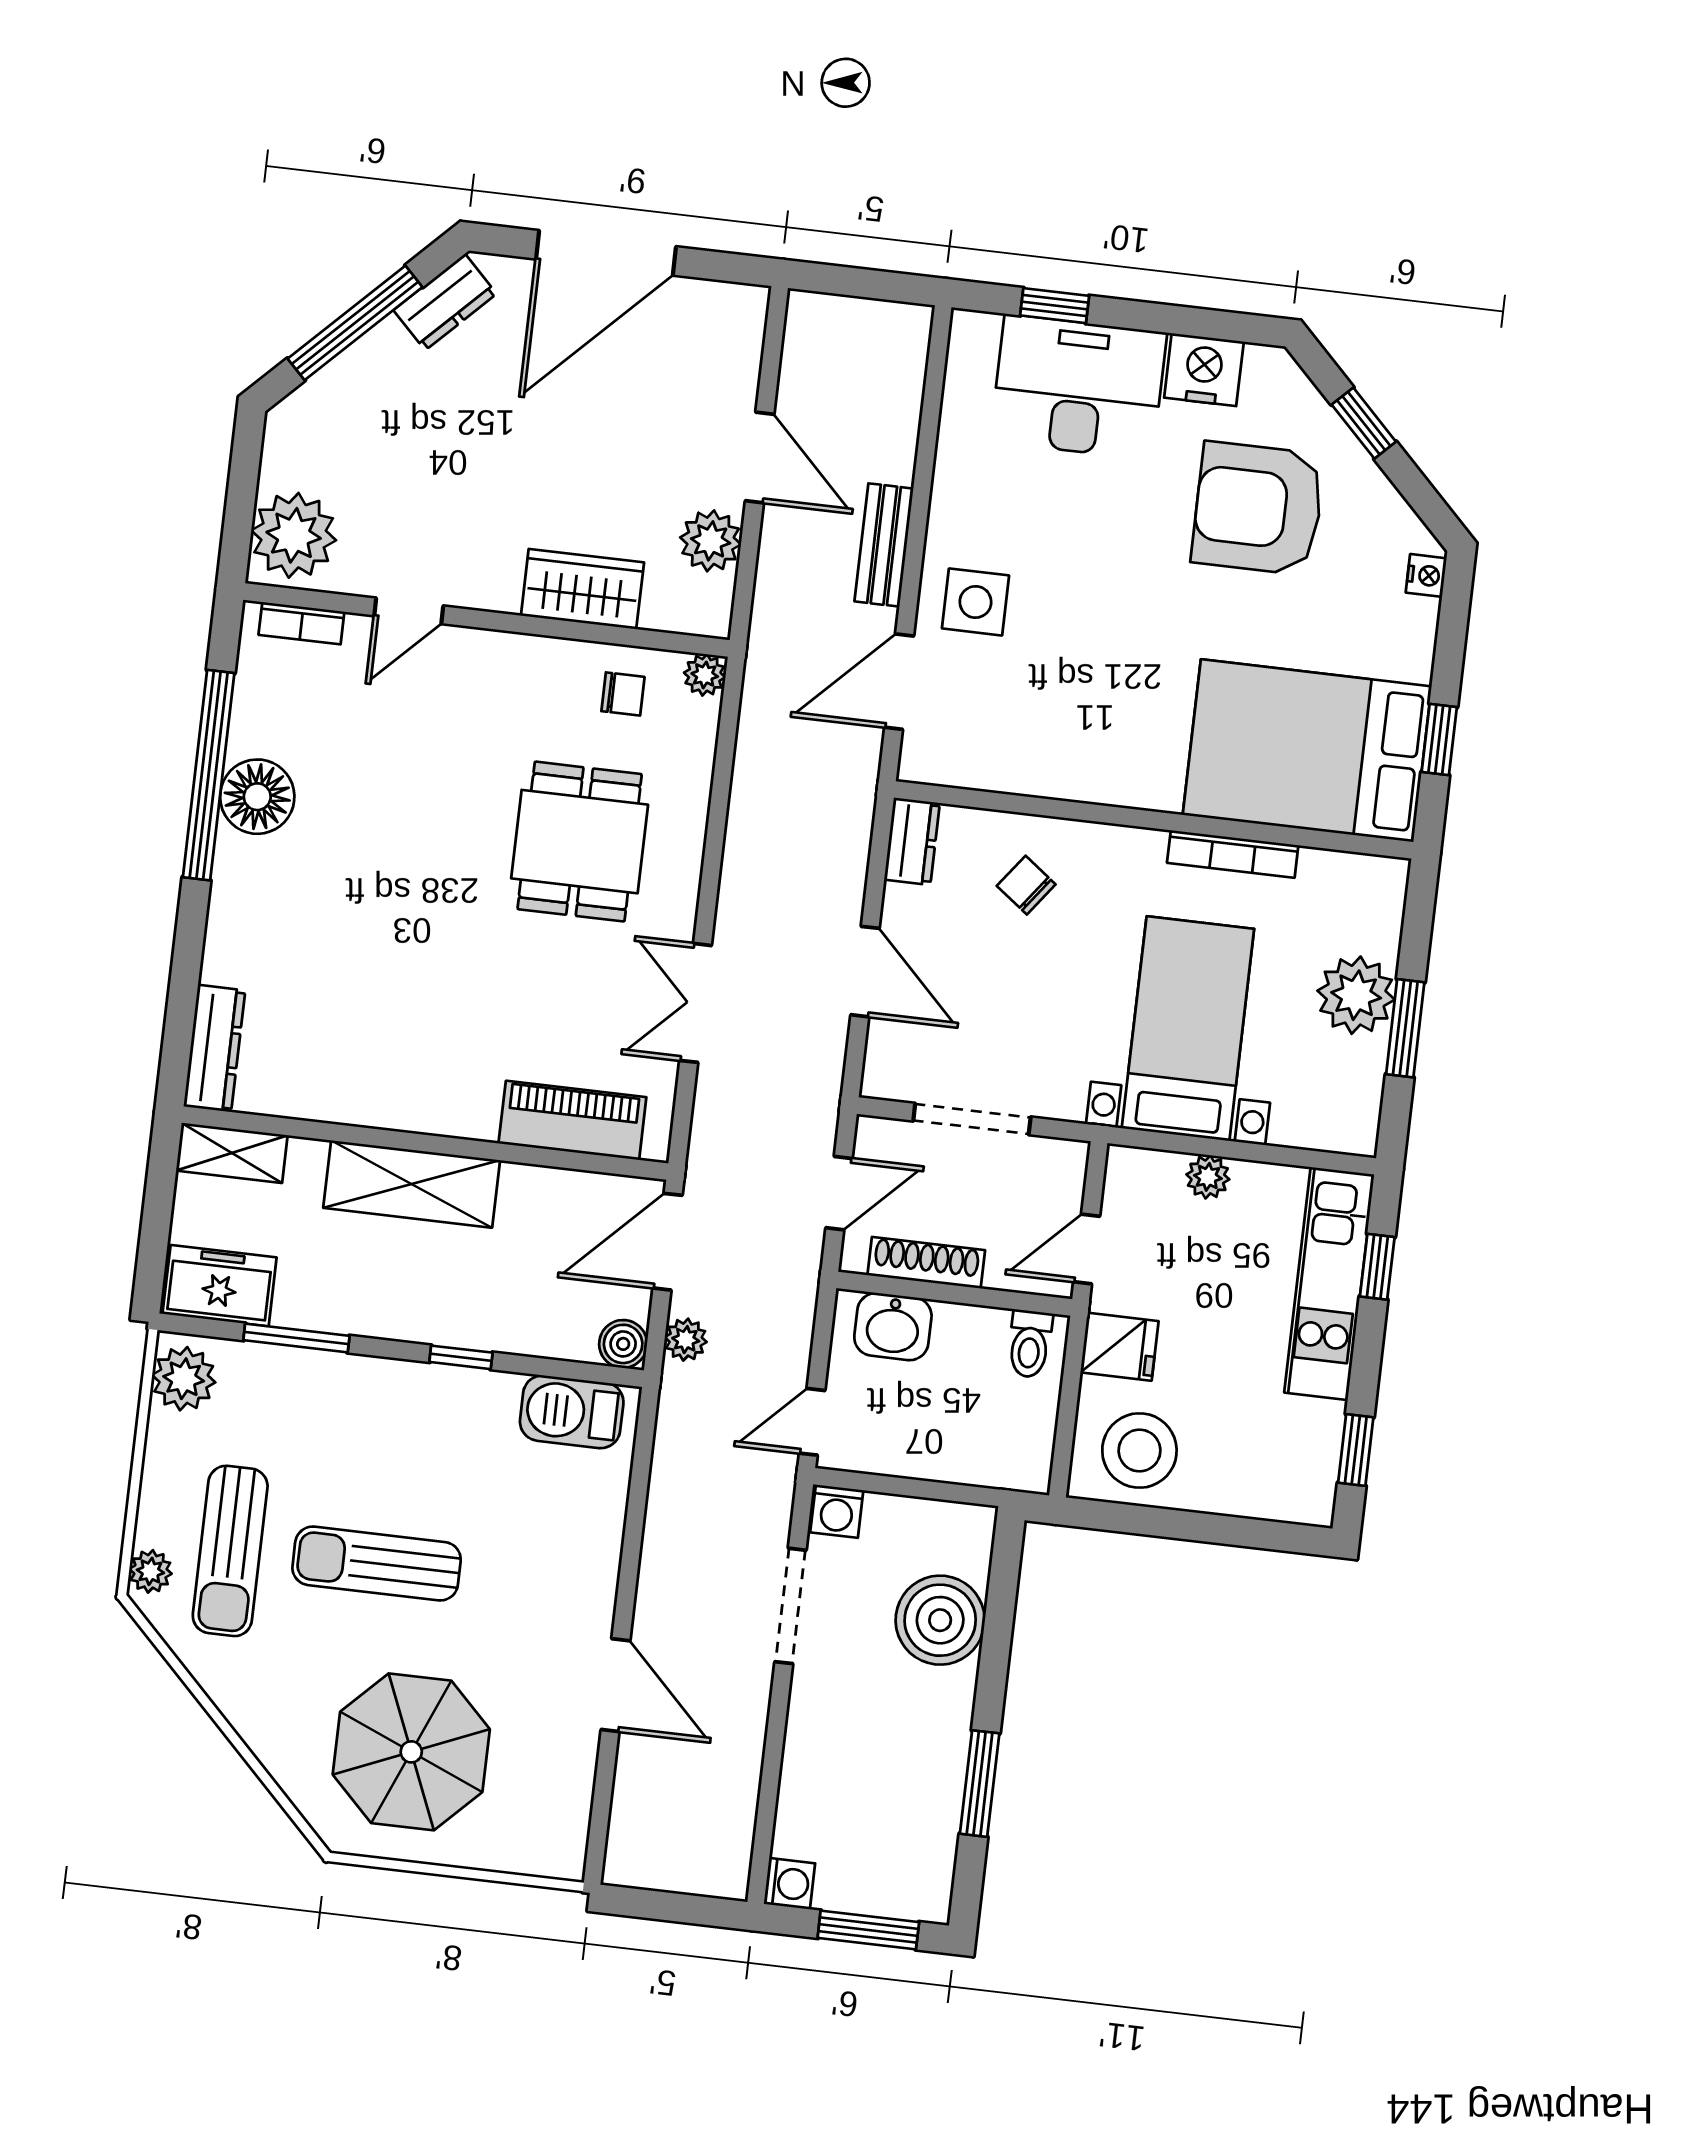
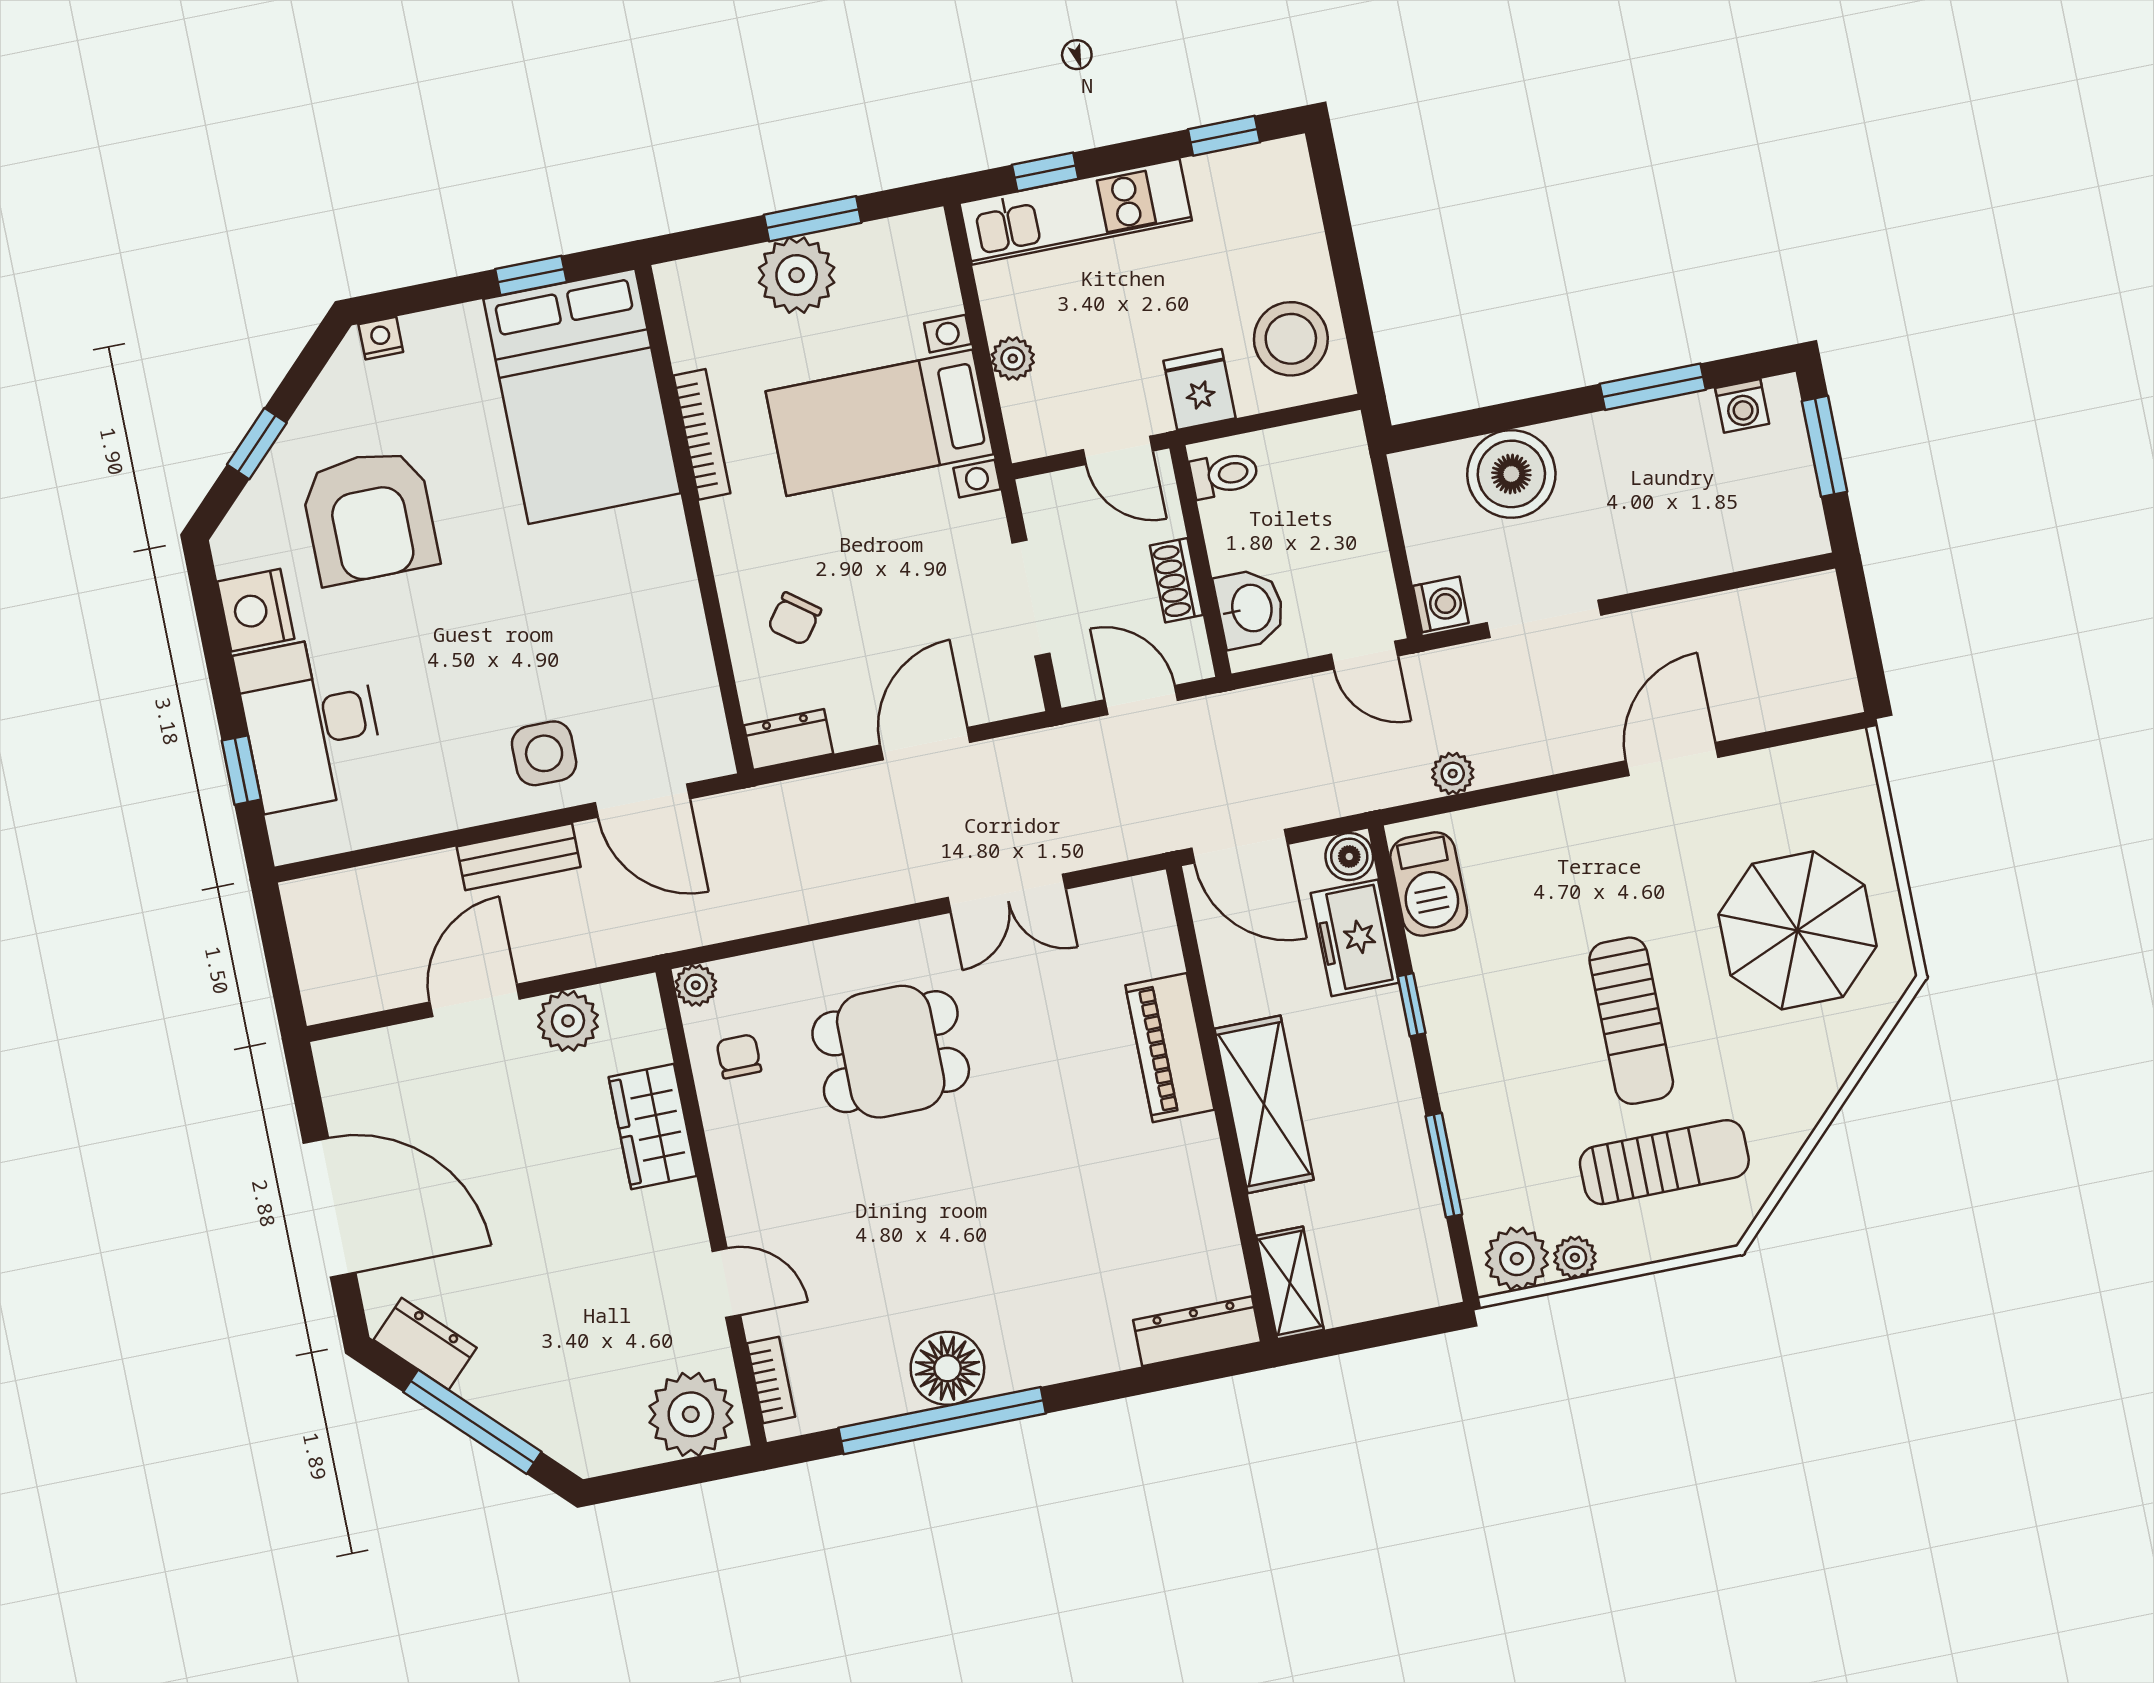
piano: (572, 1120) -> (1170, 1048), moved
shoe rack: (926, 1263) -> (1176, 580), width x0.70
freezer: (220, 1286) -> (1355, 938), moved
plant: (686, 1340) -> (1453, 774), moved
plant: (150, 1571) -> (1575, 1258), moved
washing machine: (789, 1884) -> (1742, 406), moved, turned 180

